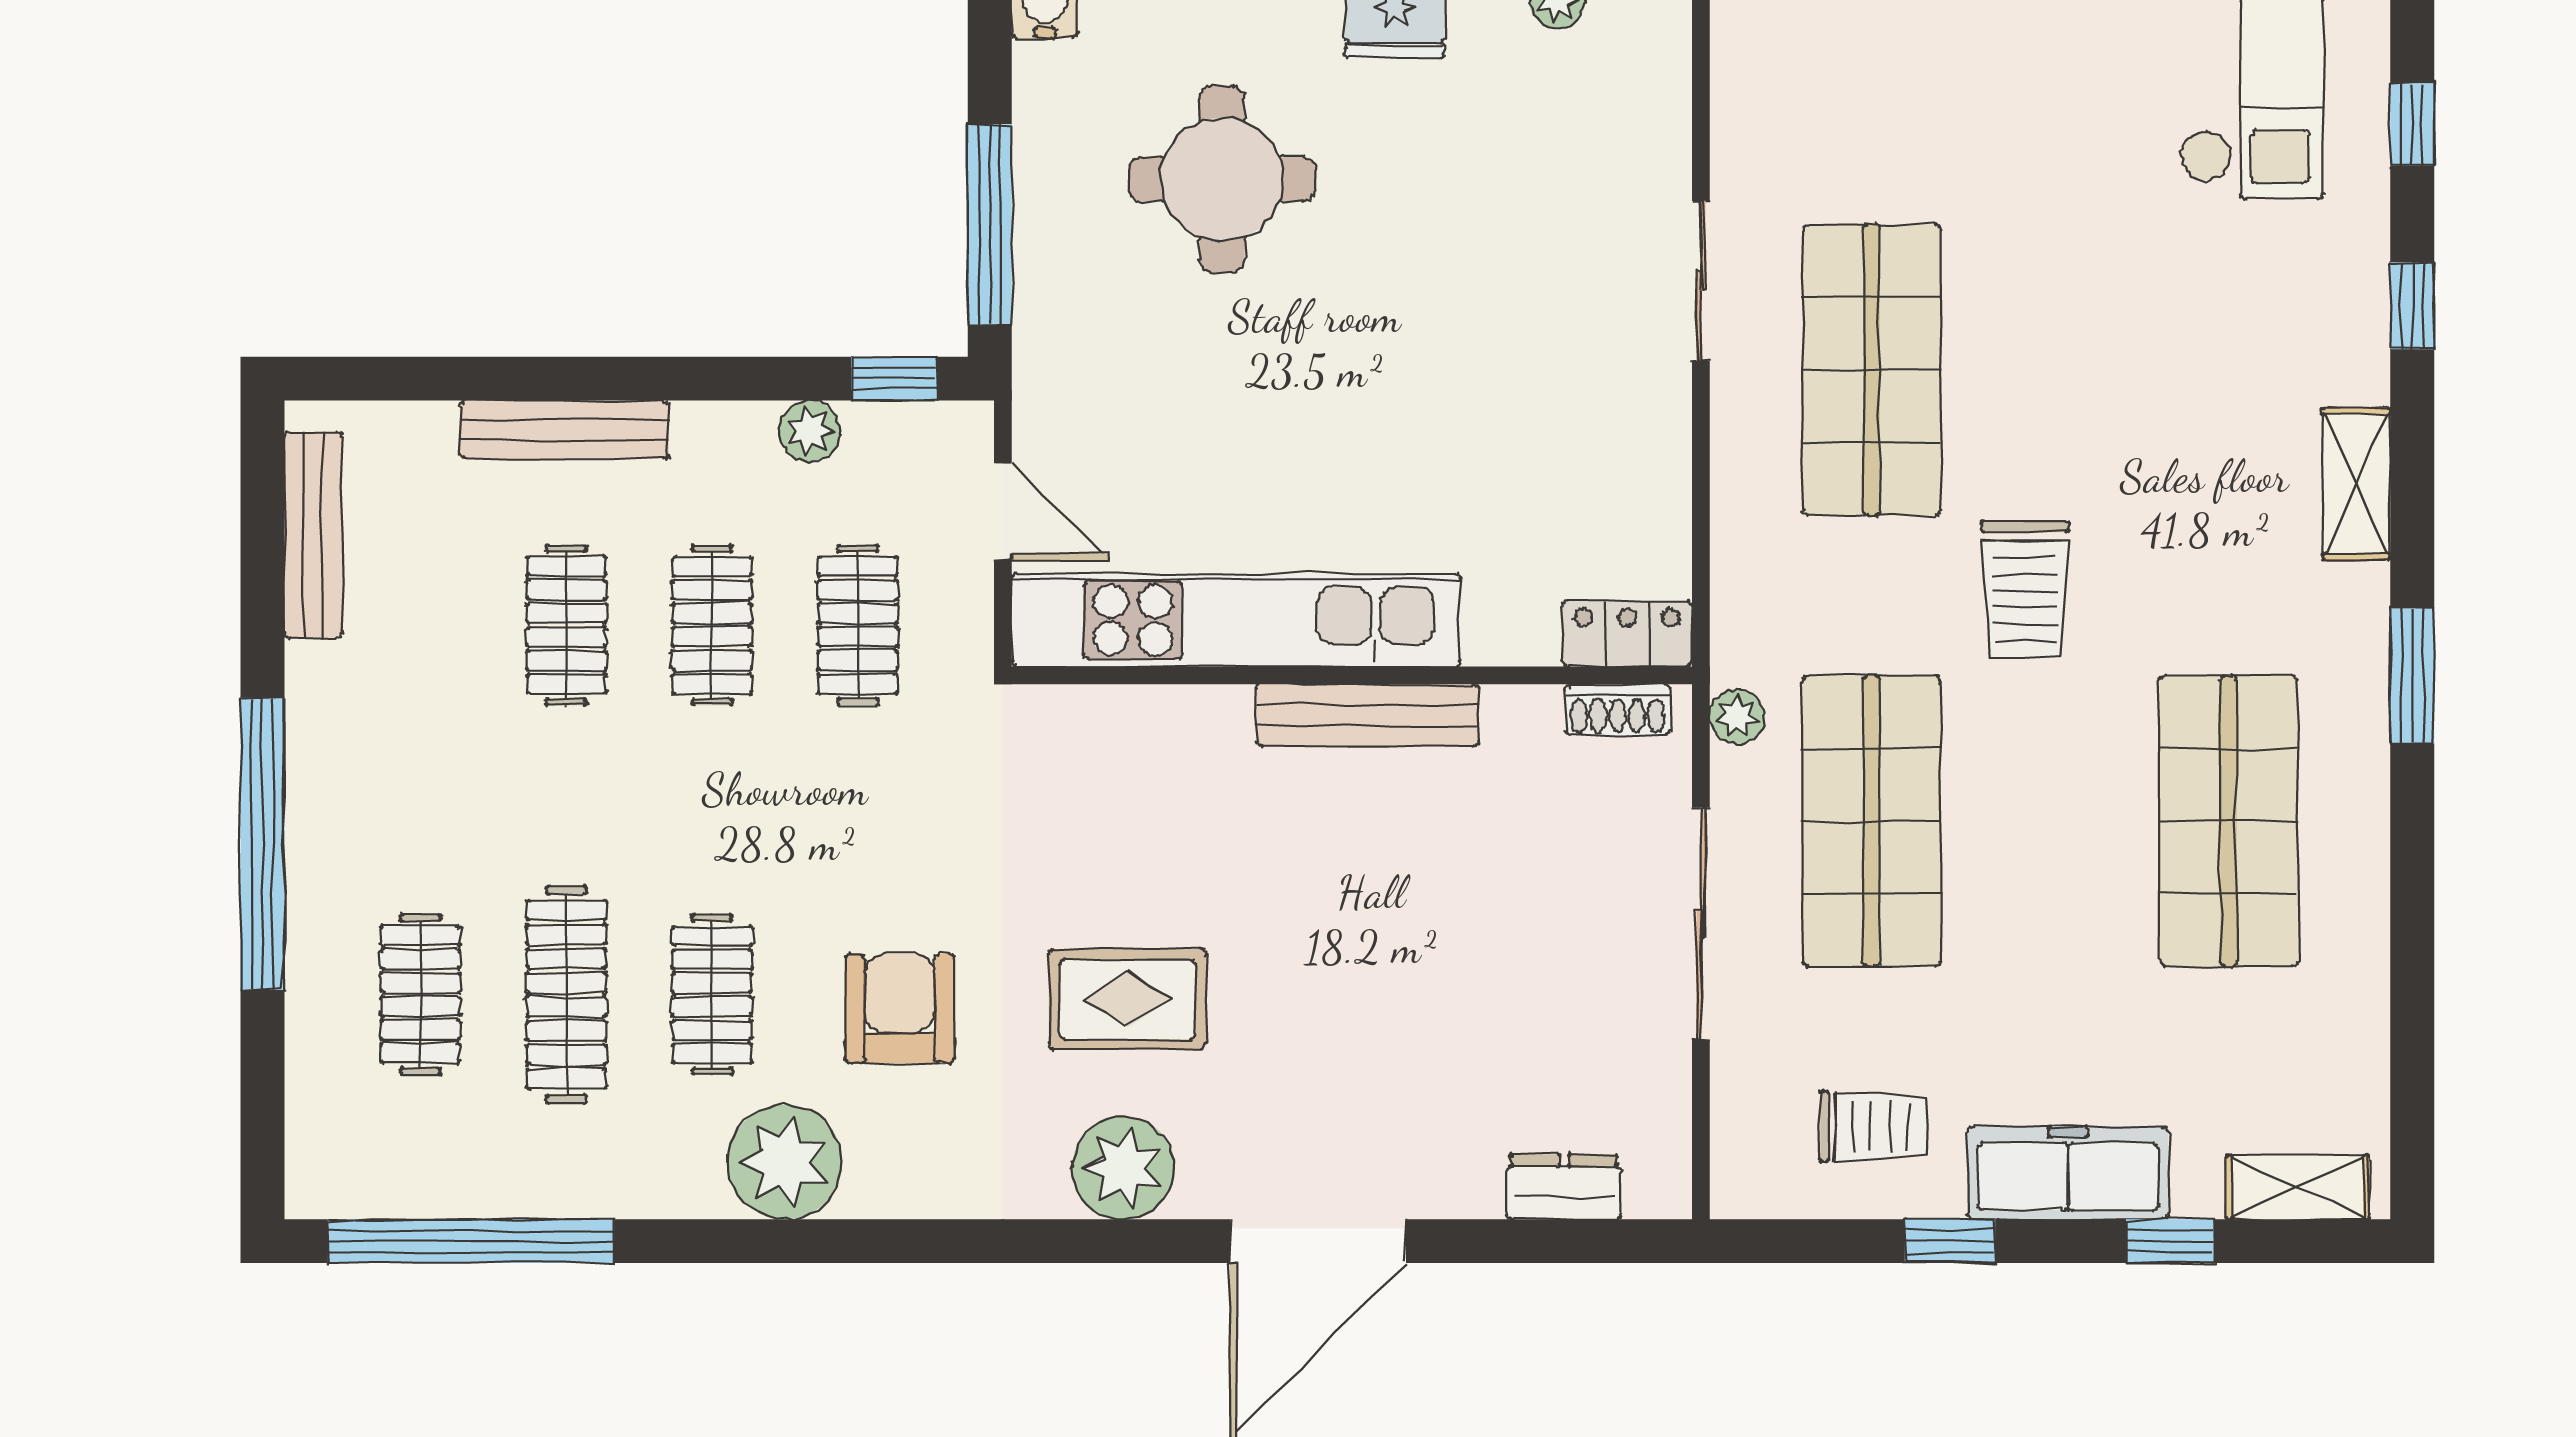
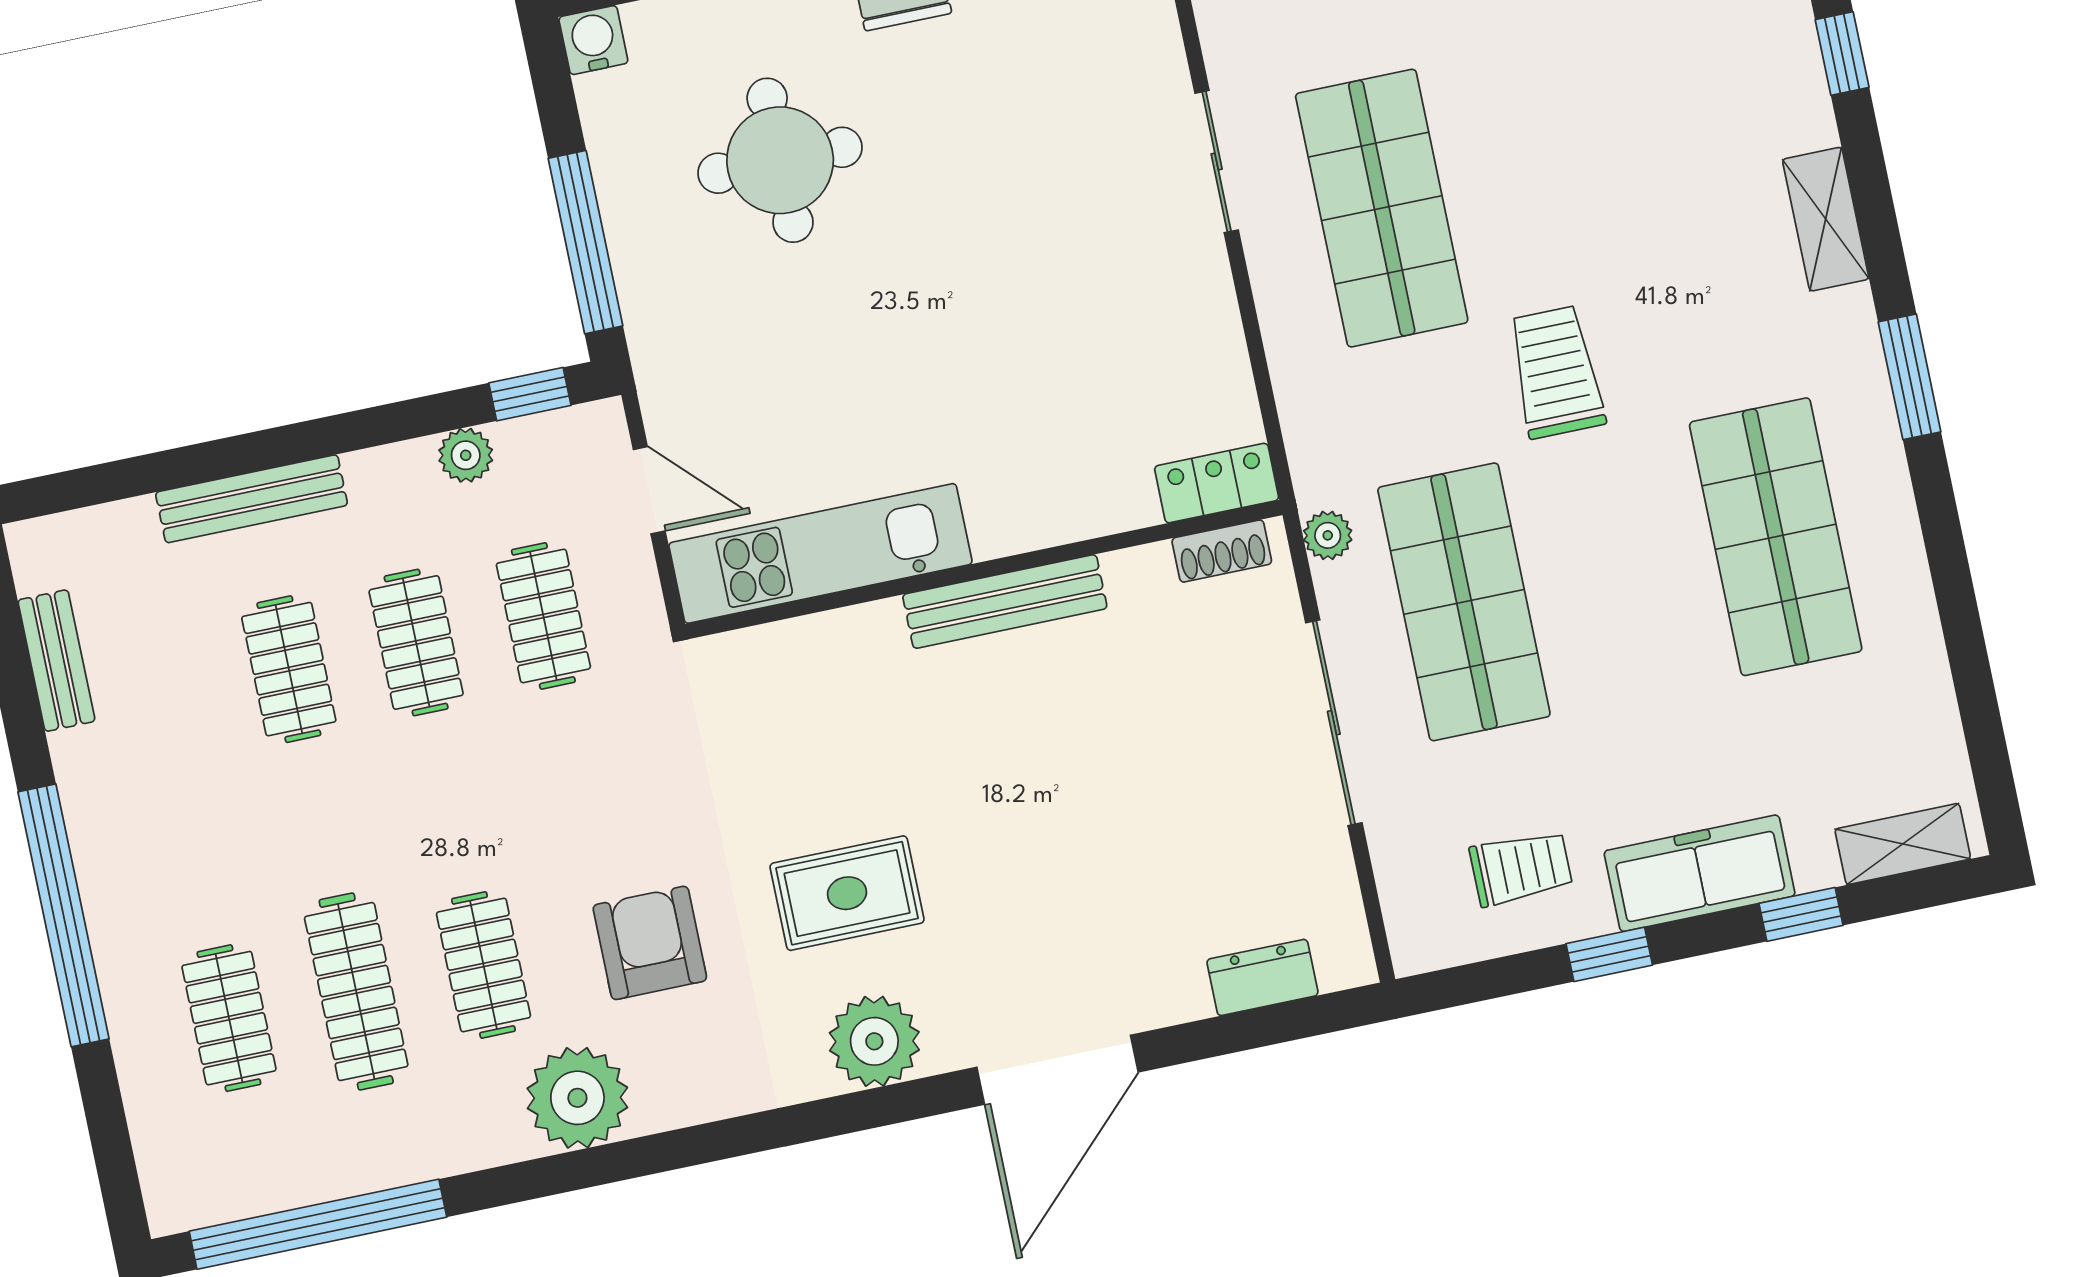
bench: (313, 535) -> (56, 661), width x0.73
trolley: (2025, 590) -> (1556, 372), turned 180
kitchen unit: (1236, 620) -> (820, 553), width x0.73

